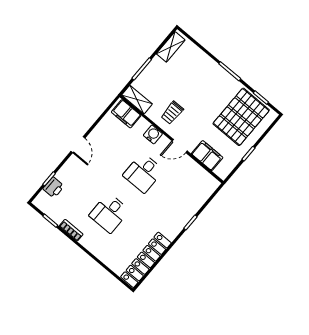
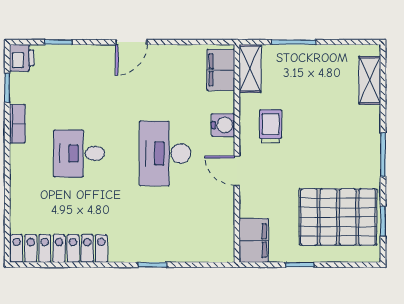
shelving: (171, 47) -> (370, 80), moved, turned 90
trolley: (172, 113) -> (271, 126), turned 90
filing cabinet: (207, 156) -> (254, 240), moved
desk: (143, 173) -> (165, 153), width x1.37
printer: (53, 187) -> (22, 58), moved, turned -90

